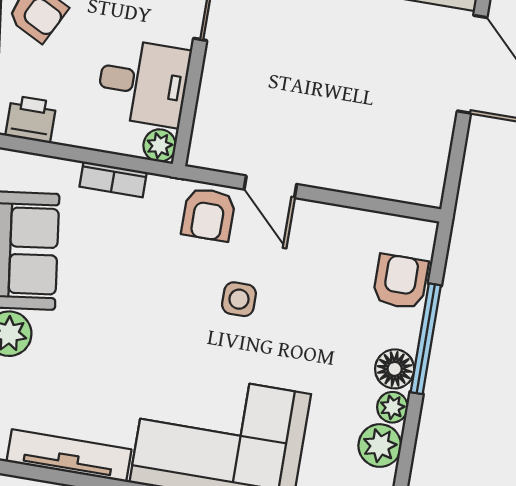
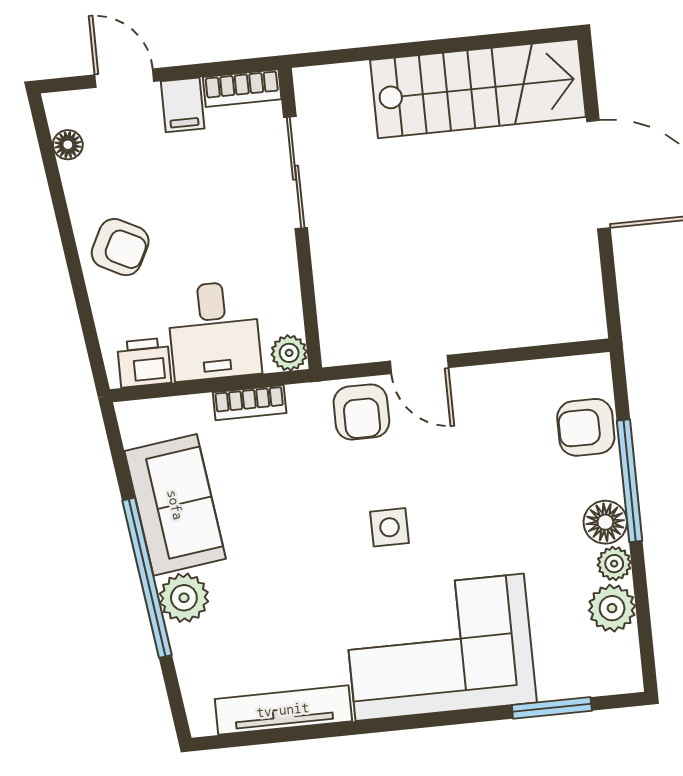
desk: (143, 83) -> (214, 331), moved, turned 90
armchair: (400, 282) -> (586, 427), turned -90
side table: (239, 299) -> (389, 527), moved

